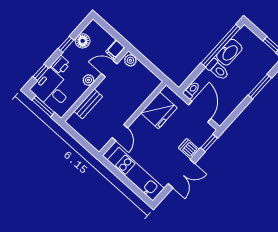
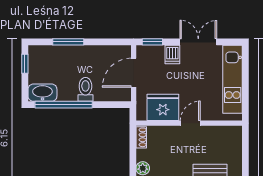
washbasin: (229, 52) -> (42, 93), moved
shoe rack: (152, 78) -> (141, 137), added
toilet: (192, 90) -> (122, 96), removed
door: (120, 133) -> (190, 123), moved

